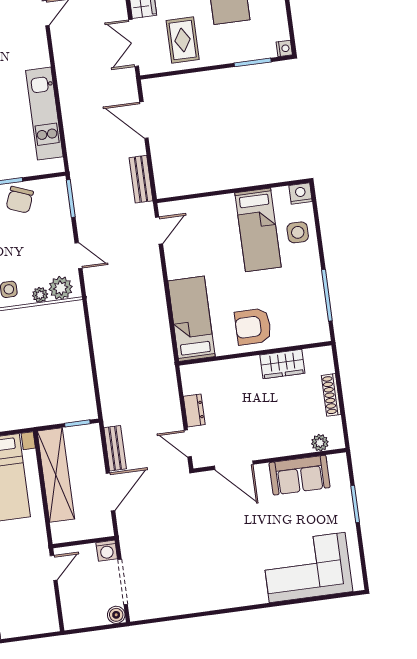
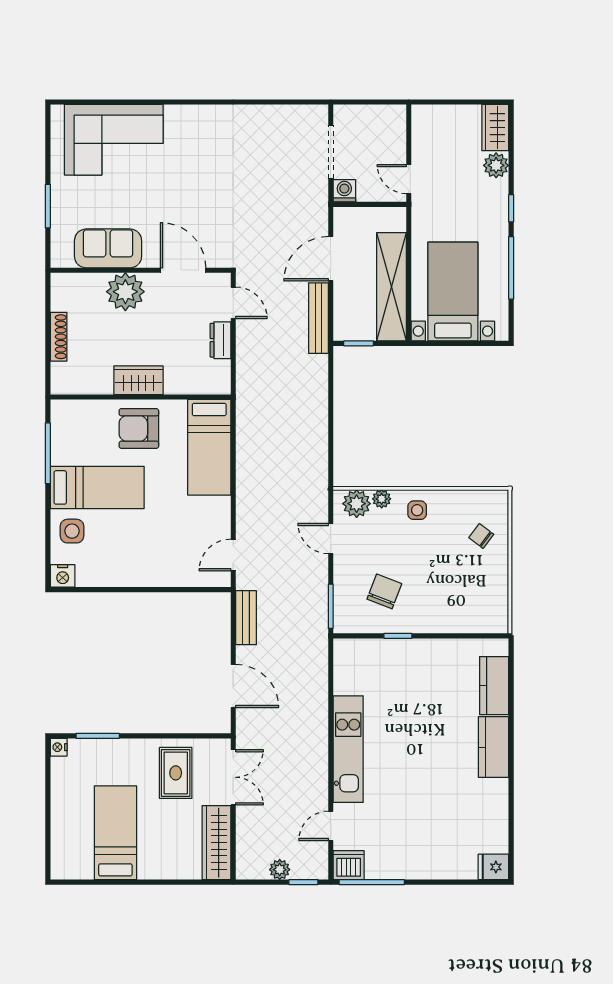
kitchen unit: (44, 114) -> (348, 749), moved
chair: (20, 200) -> (384, 591), moved
bed: (258, 230) -> (97, 487), moved, turned 90
armchair: (253, 327) -> (139, 428), turned 180
wardrobe: (282, 364) -> (138, 380), moved
plant: (320, 443) -> (125, 292), moved, width x1.88, depth x1.88
bench: (115, 448) -> (318, 318), width x1.36
door: (54, 568) -> (409, 179), hinge flipped
boiler: (116, 615) -> (343, 115), removed

